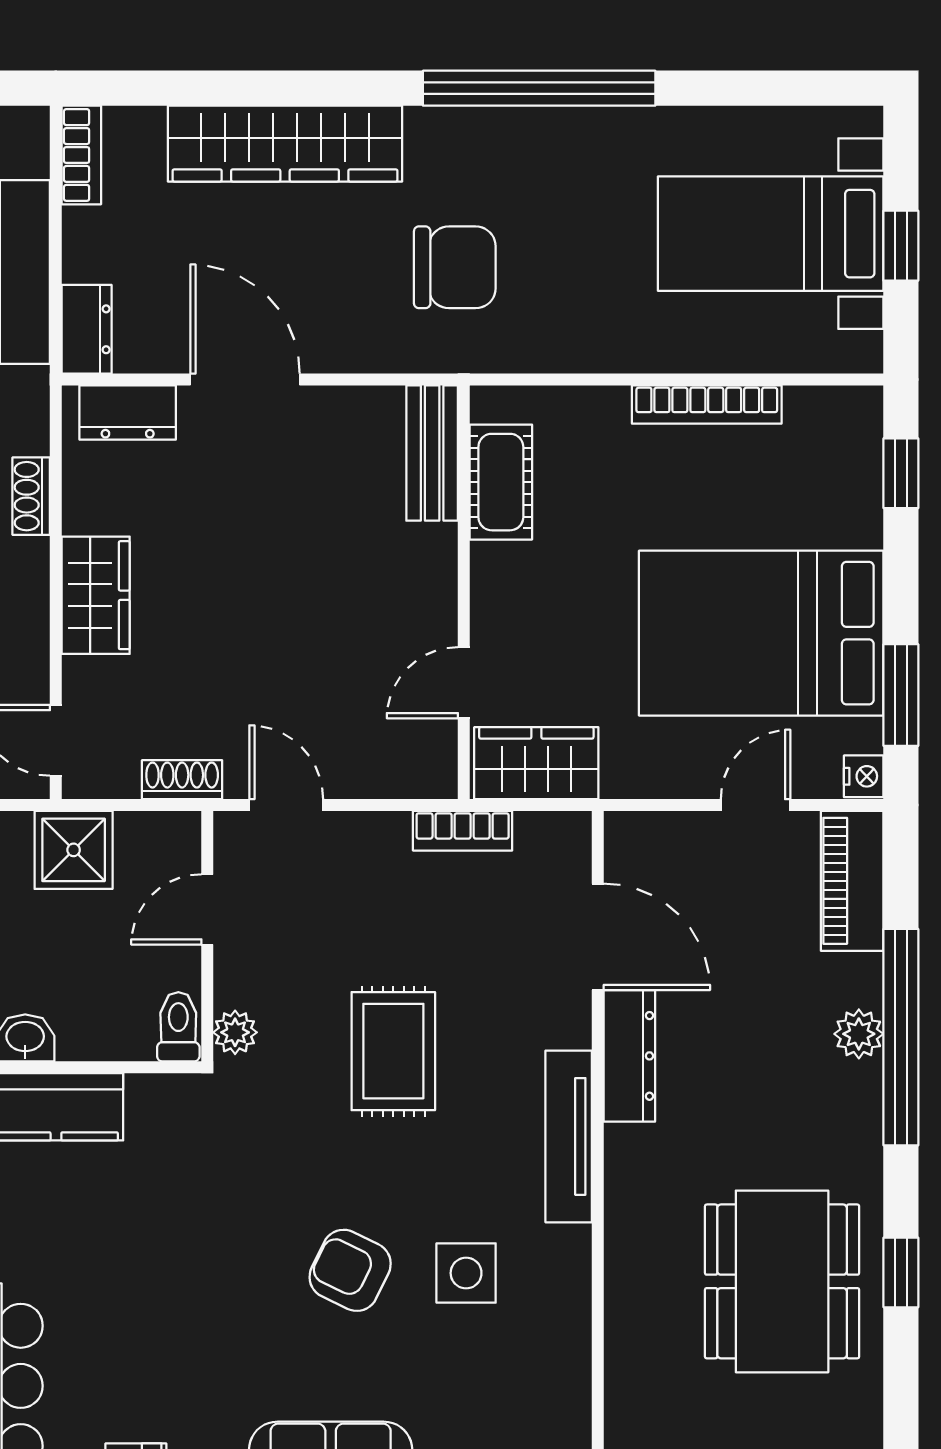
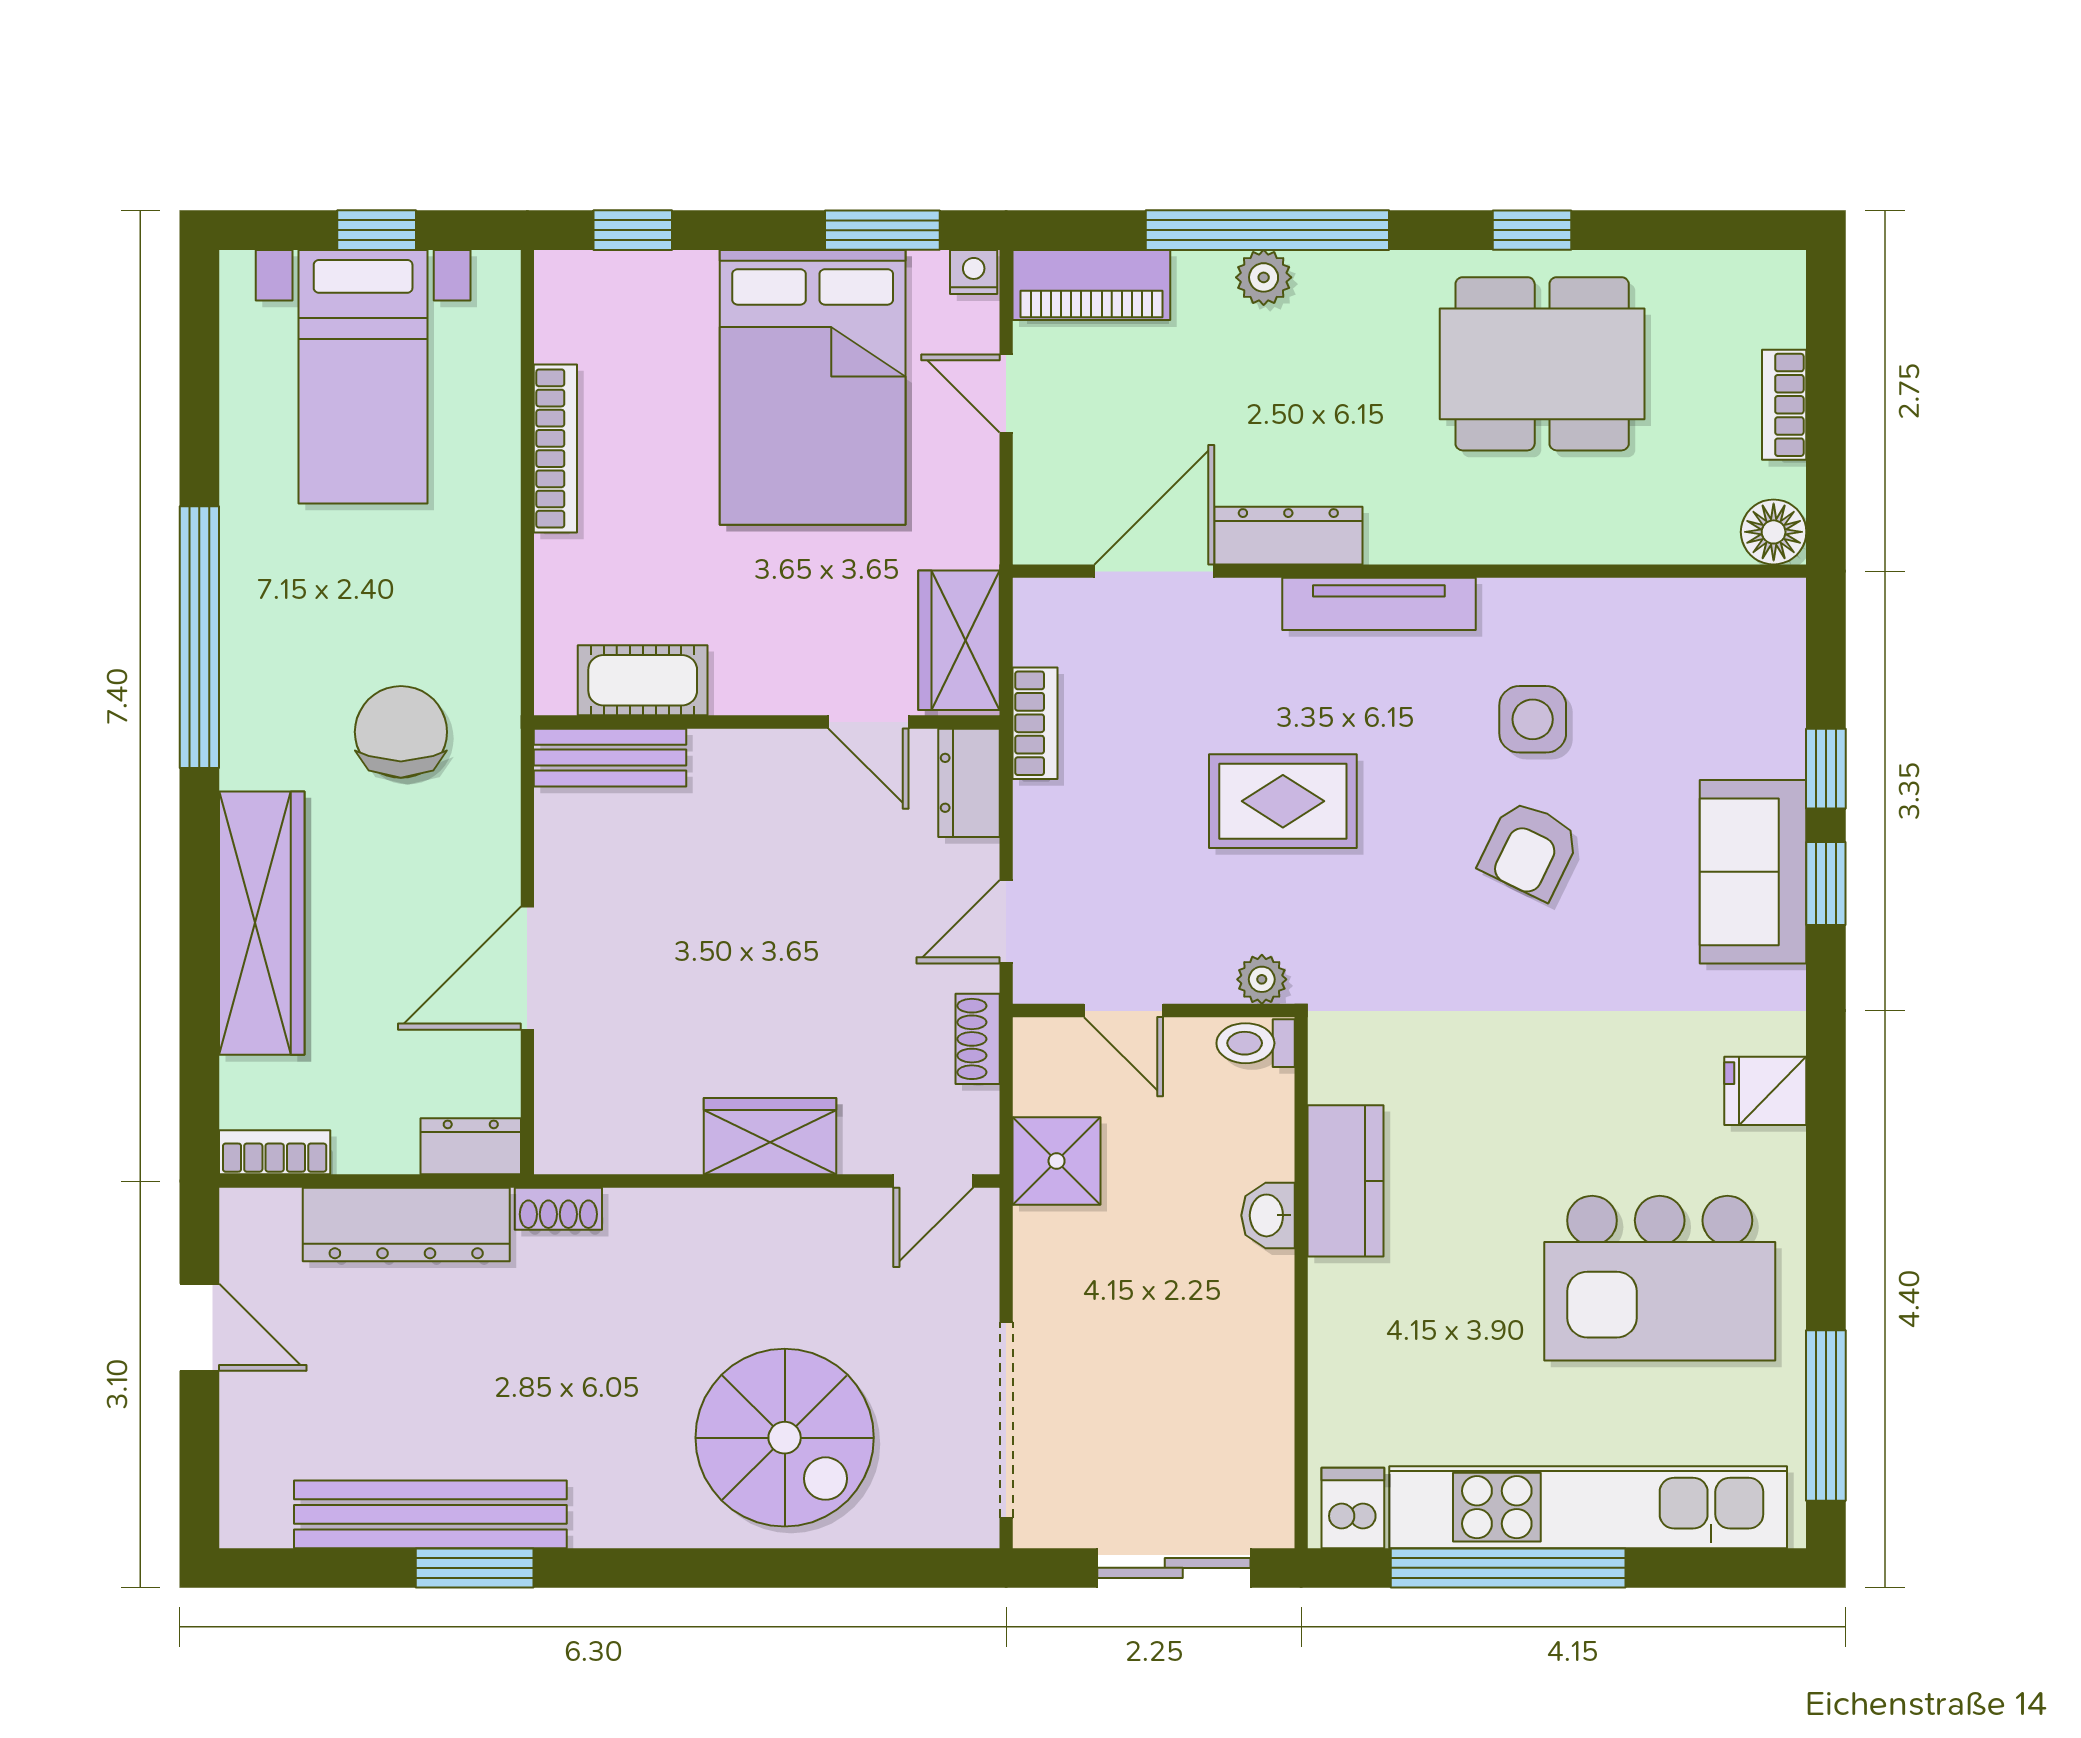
dresser: (128, 413) -> (969, 783), moved, turned 180
shoe rack: (31, 496) -> (558, 1209), moved

